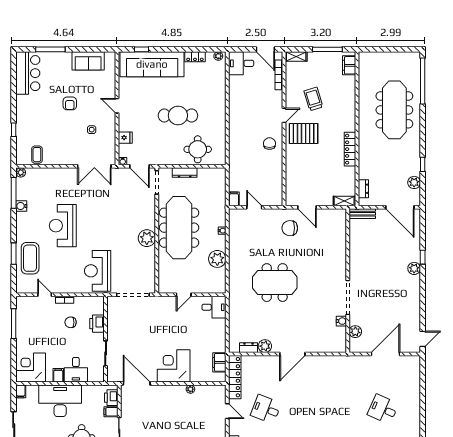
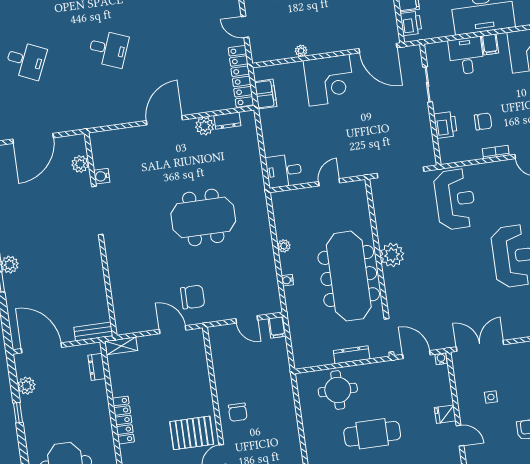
fridge: (125, 138) -> (445, 414), moved
plant: (217, 259) -> (284, 246), width x0.53, depth x0.53
desk: (266, 409) -> (108, 49), moved

